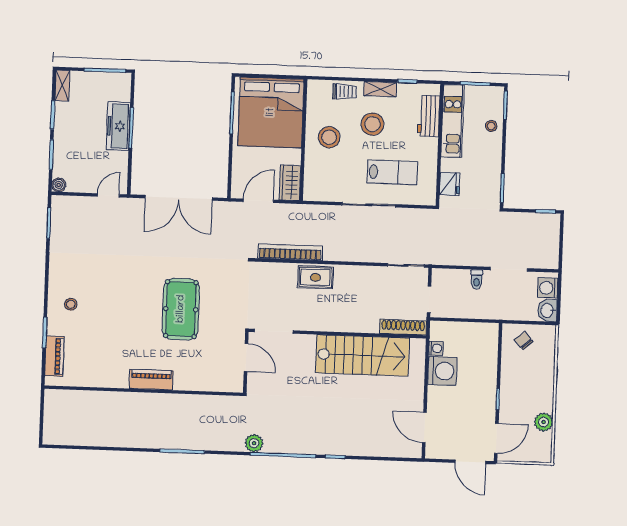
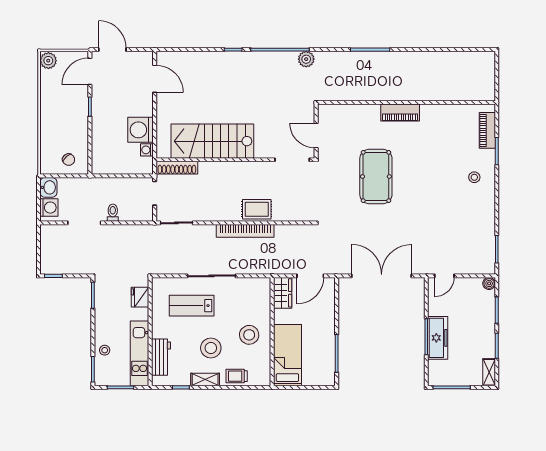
bed: (271, 112) -> (287, 355), width x0.49
bookcase: (290, 252) -> (245, 231), moved
plant: (544, 422) -> (48, 61), moved

